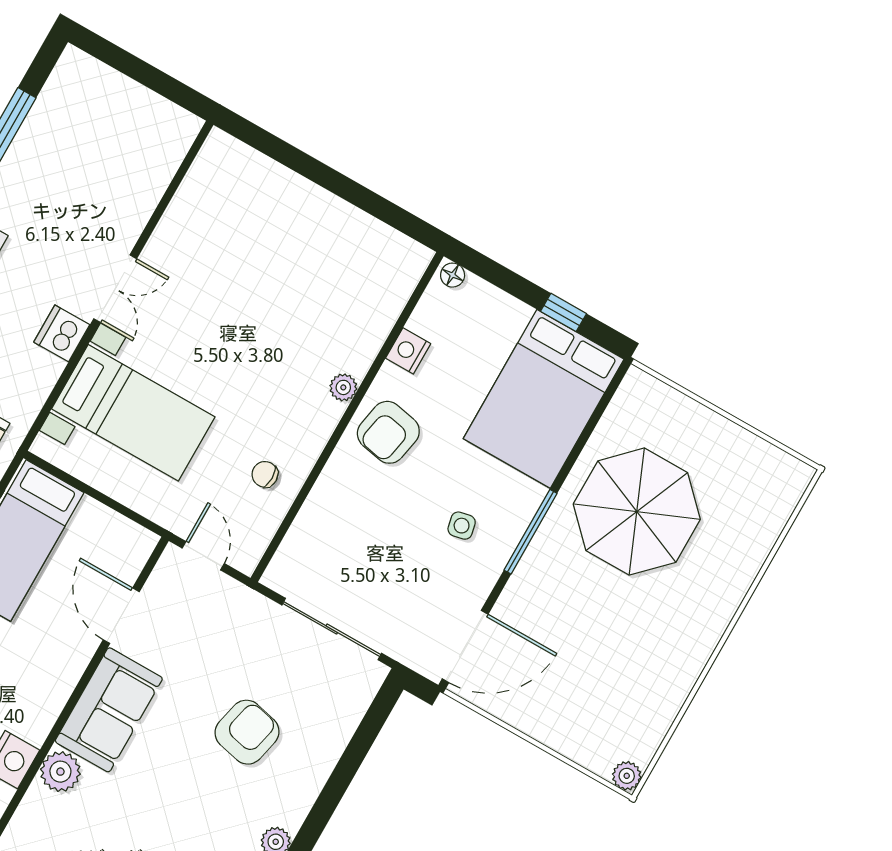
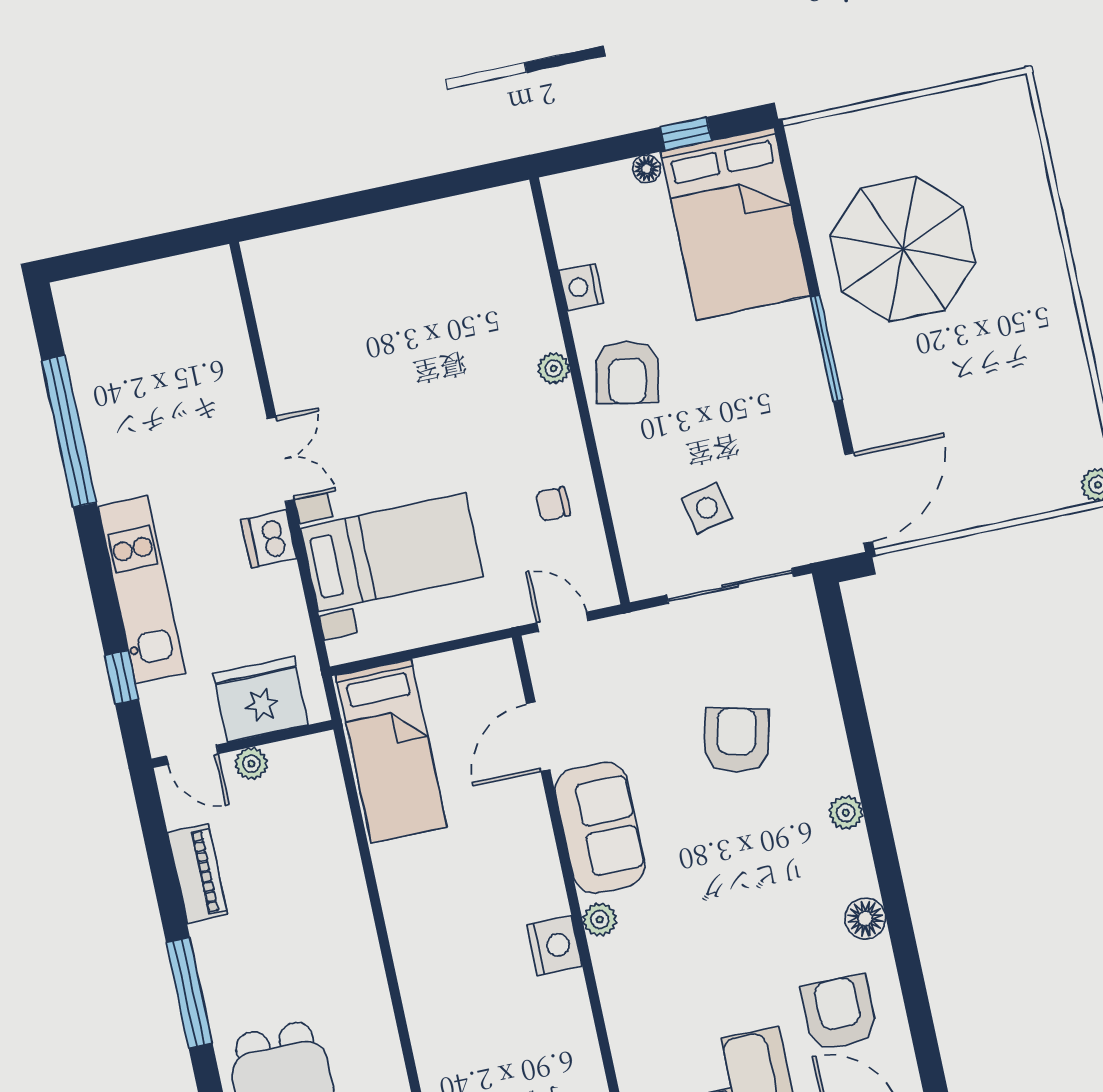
floor lamp: (453, 275) -> (647, 169), moved
side table: (462, 526) -> (707, 508), moved, width x1.37, depth x1.37
door: (121, 616) -> (538, 737), hinge flipped
plant: (60, 772) -> (600, 920), width x0.73, depth x0.73

